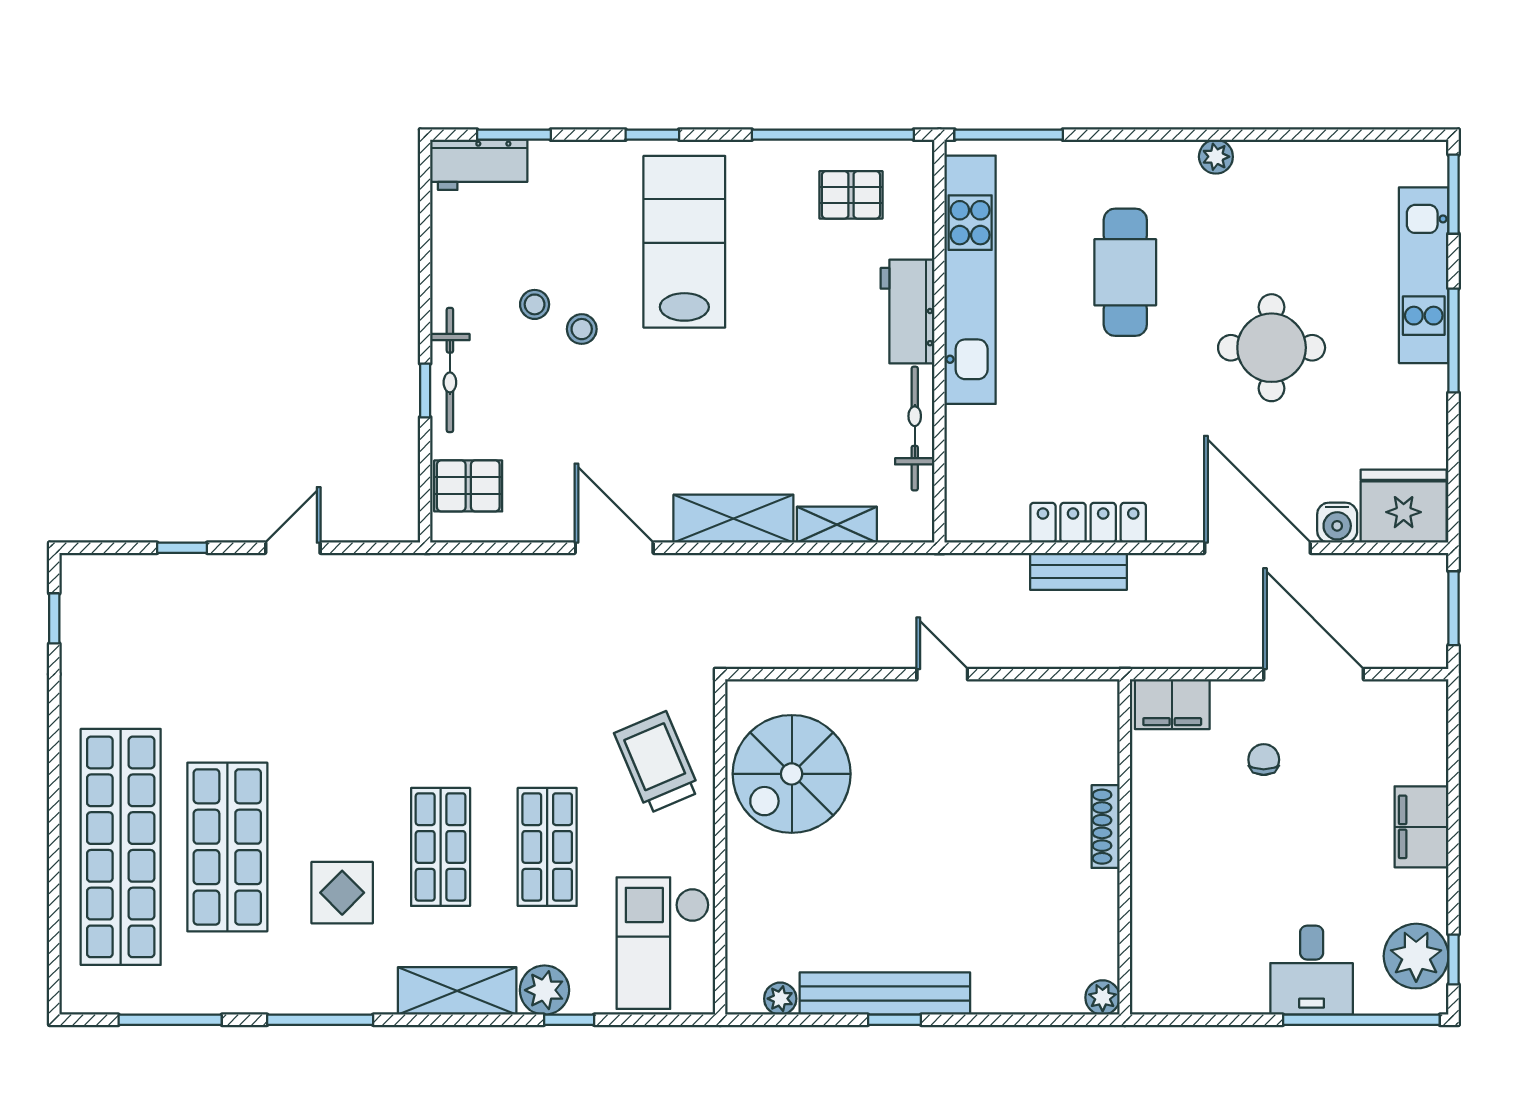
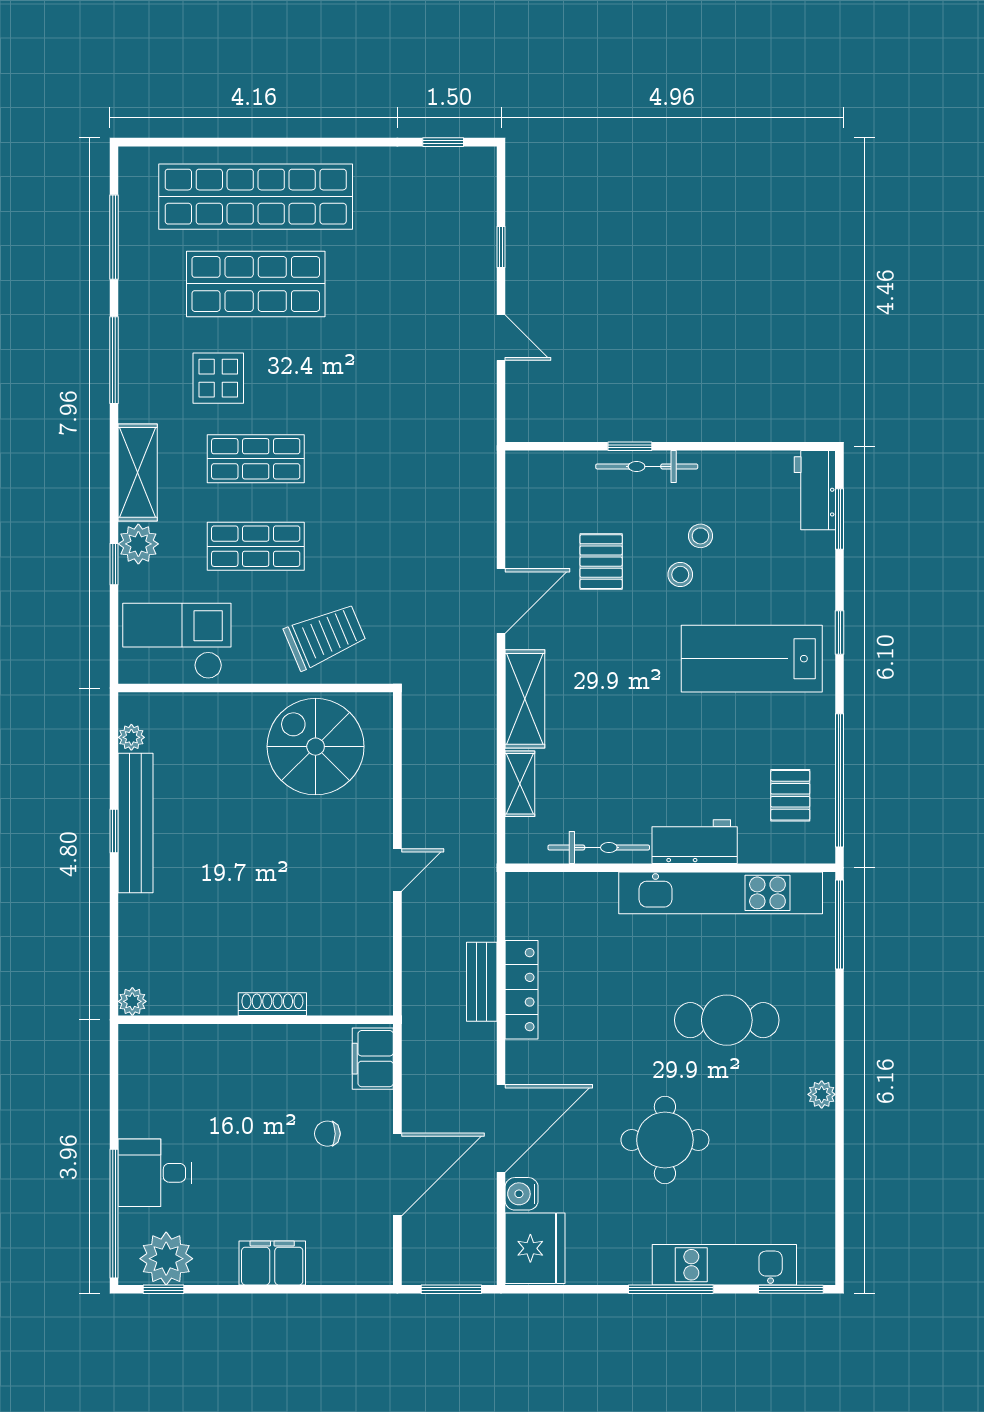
lab bench: (684, 242) -> (752, 659), turned 180
pallet: (468, 486) -> (601, 562), moved
chair: (1264, 760) -> (327, 1134), turned 180

